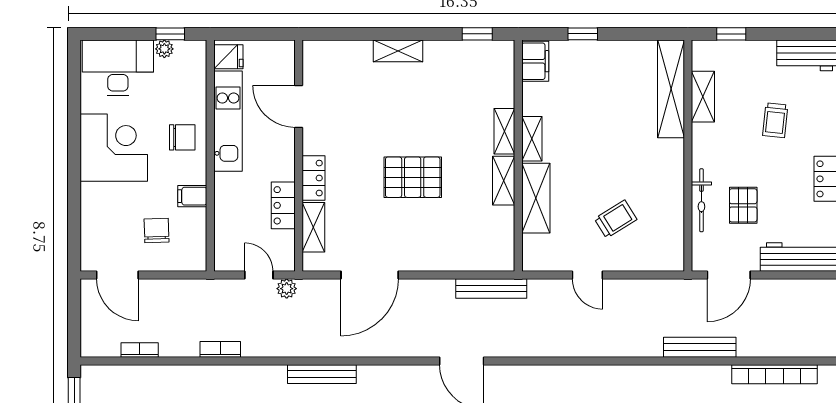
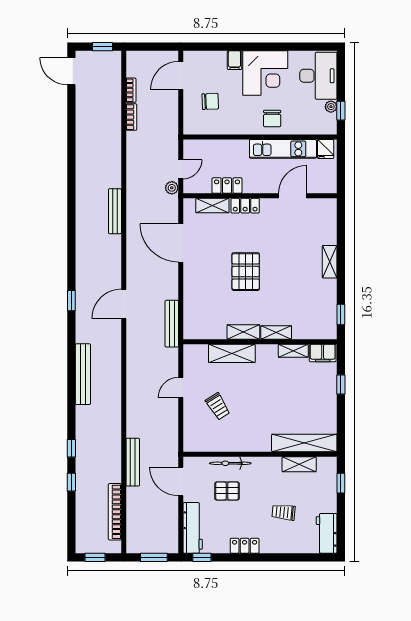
shelving: (532, 139) -> (293, 351), moved
filing cabinet: (192, 196) -> (234, 60), moved, turned 180
bookcase: (220, 349) -> (131, 117), moved

